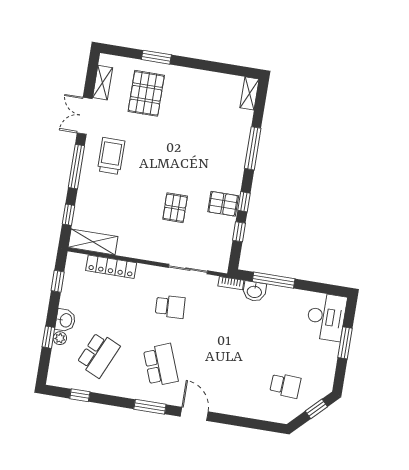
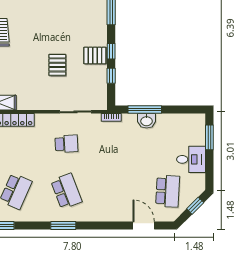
washbasin: (254, 291) -> (147, 121), moved
desk: (326, 317) -> (191, 159), moved, width x0.73
window: (345, 343) -> (209, 137), moved
school desk: (285, 385) -> (168, 191), width x1.85
door: (194, 414) -> (144, 226), moved

